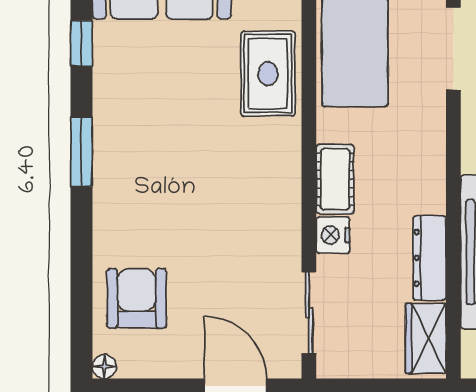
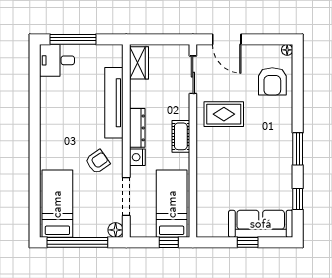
rug: (268, 74) -> (224, 114), moved, turned 90
nightstand: (333, 235) -> (137, 157), moved, turned 180
dresser: (430, 258) -> (137, 128), moved

